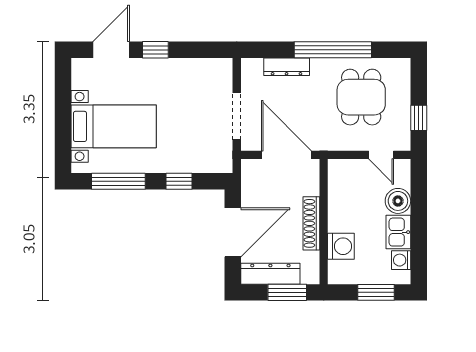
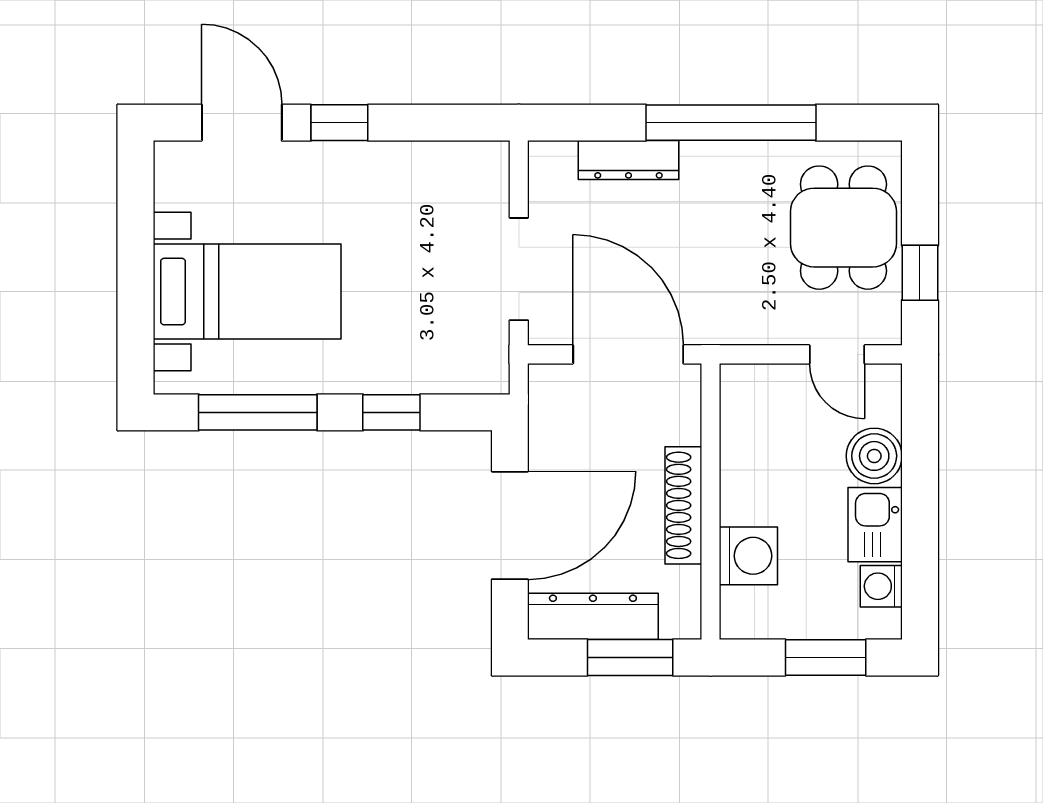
door: (111, 50) -> (242, 123), hinge flipped
dining table: (361, 97) -> (843, 228), moved

